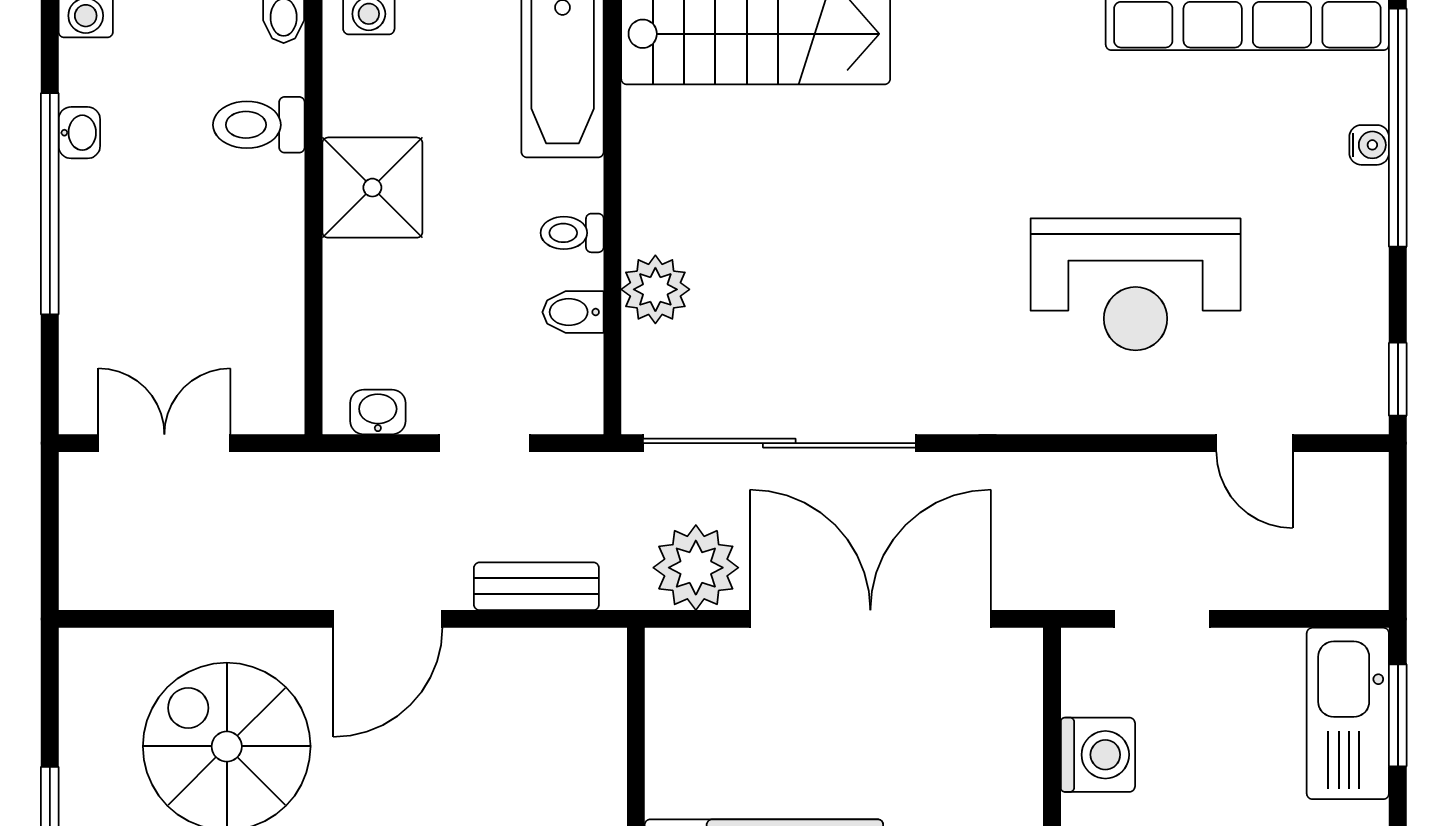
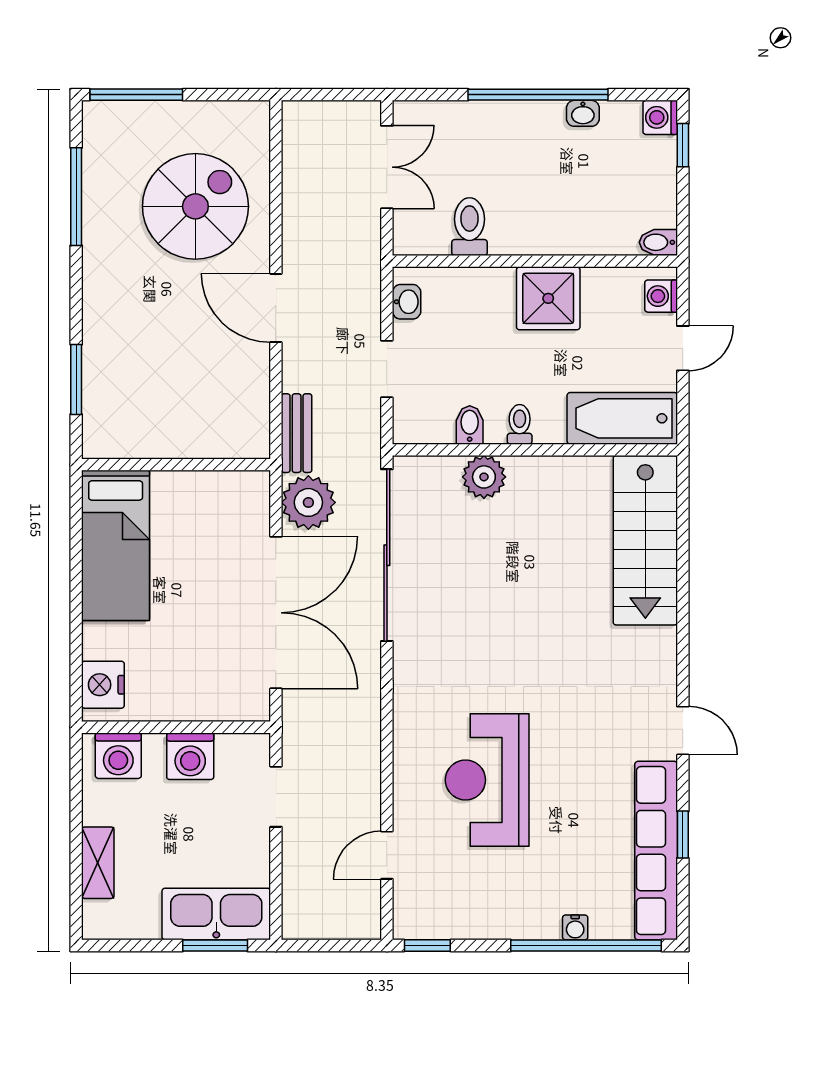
toilet: (259, 125) -> (469, 227), moved
bench: (536, 586) -> (297, 433), moved

